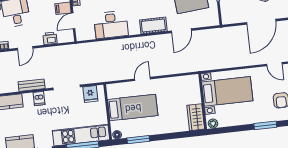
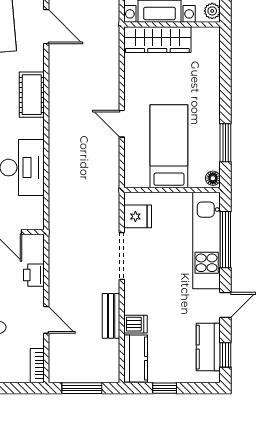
door: (181, 31) -> (46, 27), moved
dishwasher: (39, 99) -> (135, 324), moved
wardrobe: (196, 117) -> (157, 40), moved, width x1.50

